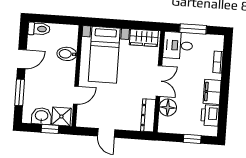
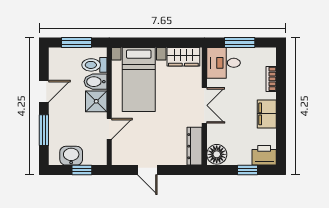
window: (53, 19) -> (76, 43), added
toilet: (39, 29) -> (94, 65), moved, turned 180
floor lamp: (168, 107) -> (217, 154), moved
printer: (210, 115) -> (264, 155), moved, turned 90
shower: (61, 116) -> (96, 101), moved

